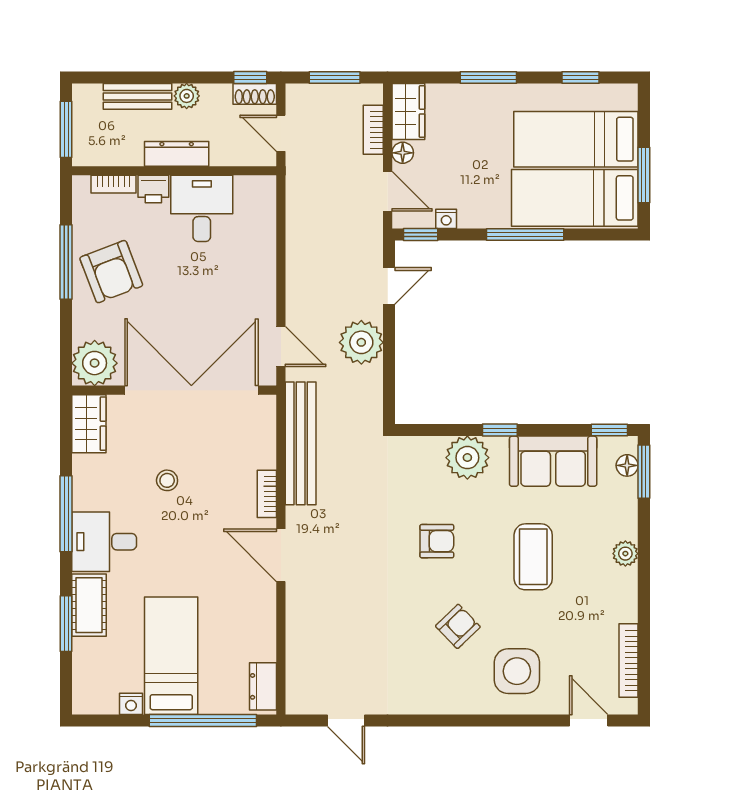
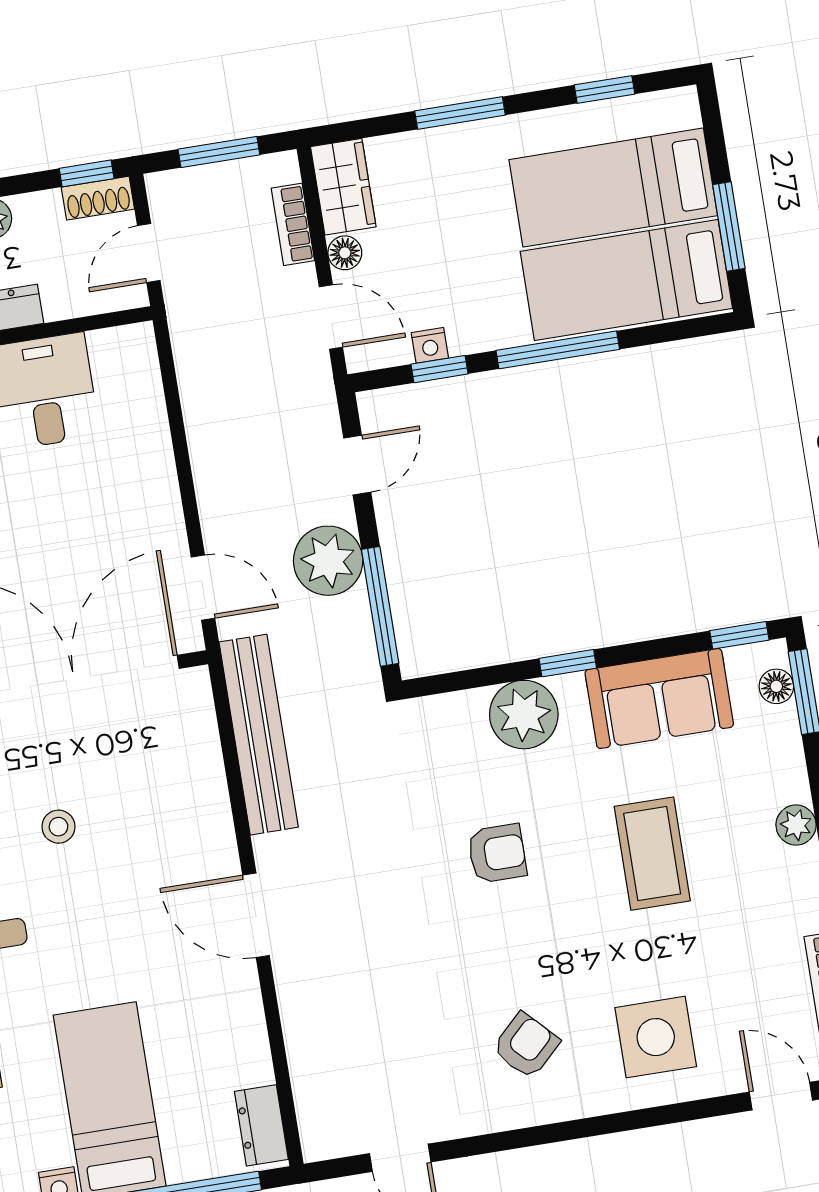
door: (281, 133) -> (149, 253), hinge flipped
window: (421, 234) -> (440, 369), moved
window: (389, 376) -> (380, 606), added
bookcase: (267, 494) -> (219, 822), removed
armchair: (458, 626) -> (526, 1045), moved

